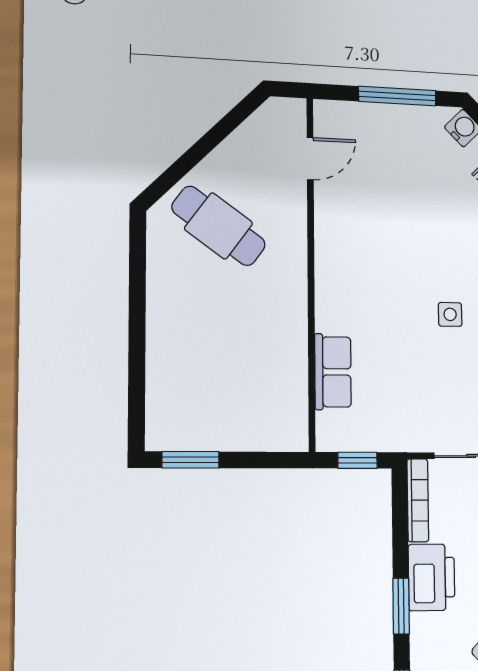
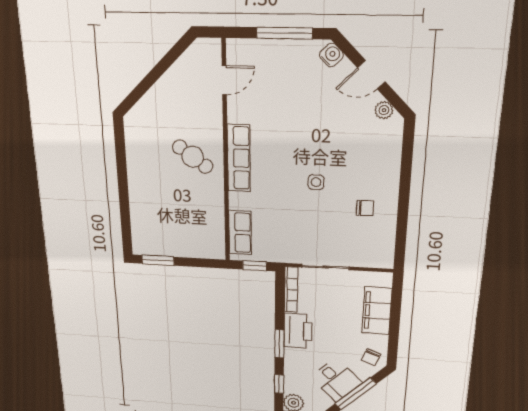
cafe table: (219, 226) -> (193, 157), moved, width x0.73, depth x0.74
row of seats: (331, 278) -> (239, 158), added
row of seats: (333, 372) -> (240, 233), moved

